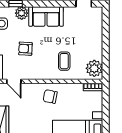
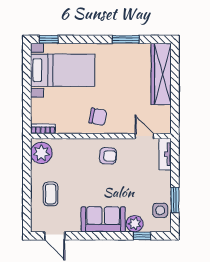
armchair: (25, 49) -> (108, 156), moved
coffee table: (64, 61) -> (51, 194), moved

